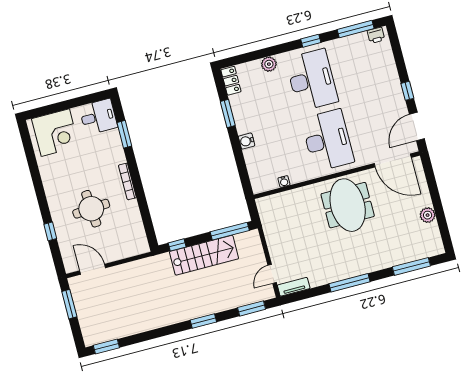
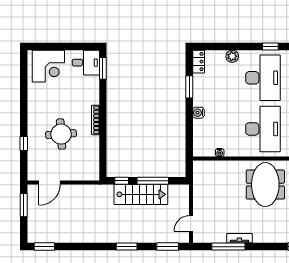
window: (124, 134) -> (103, 68), moved
window: (230, 231) -> (153, 181), moved
door: (93, 269) -> (50, 182), swing flipped
window: (349, 283) -> (228, 247), moved
tv unit: (294, 287) -> (239, 238), moved

